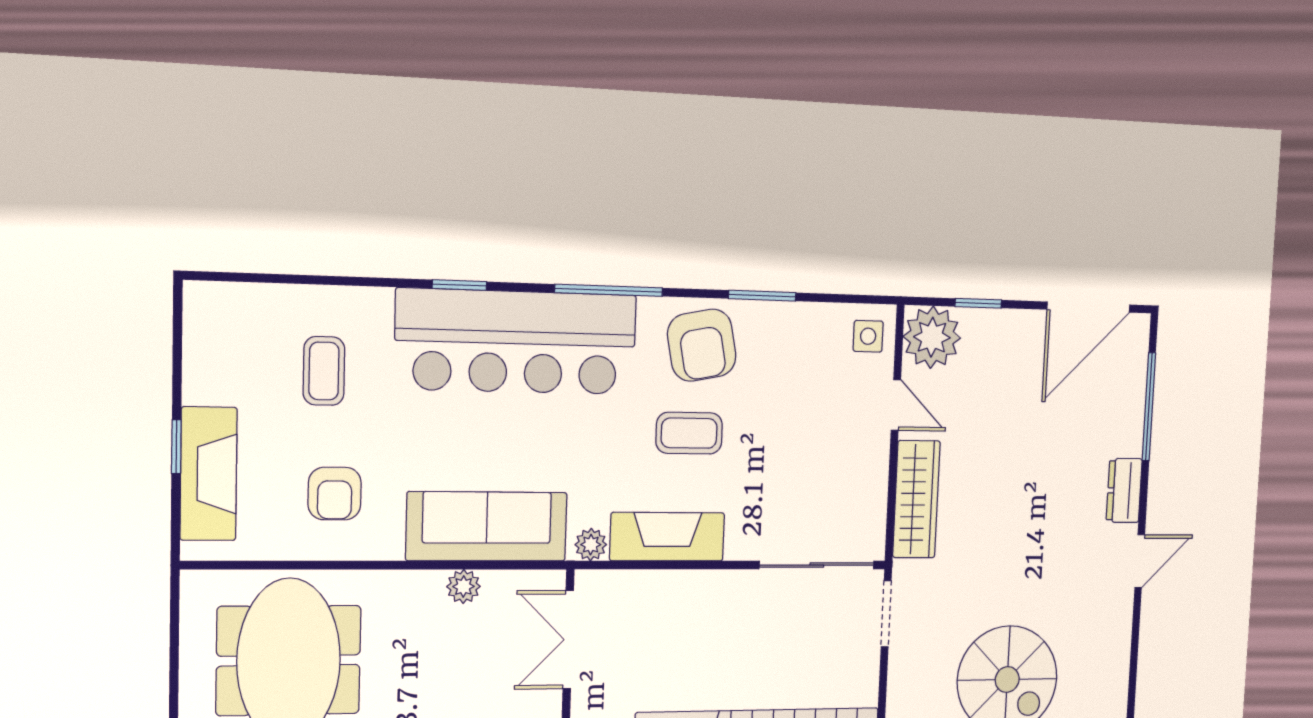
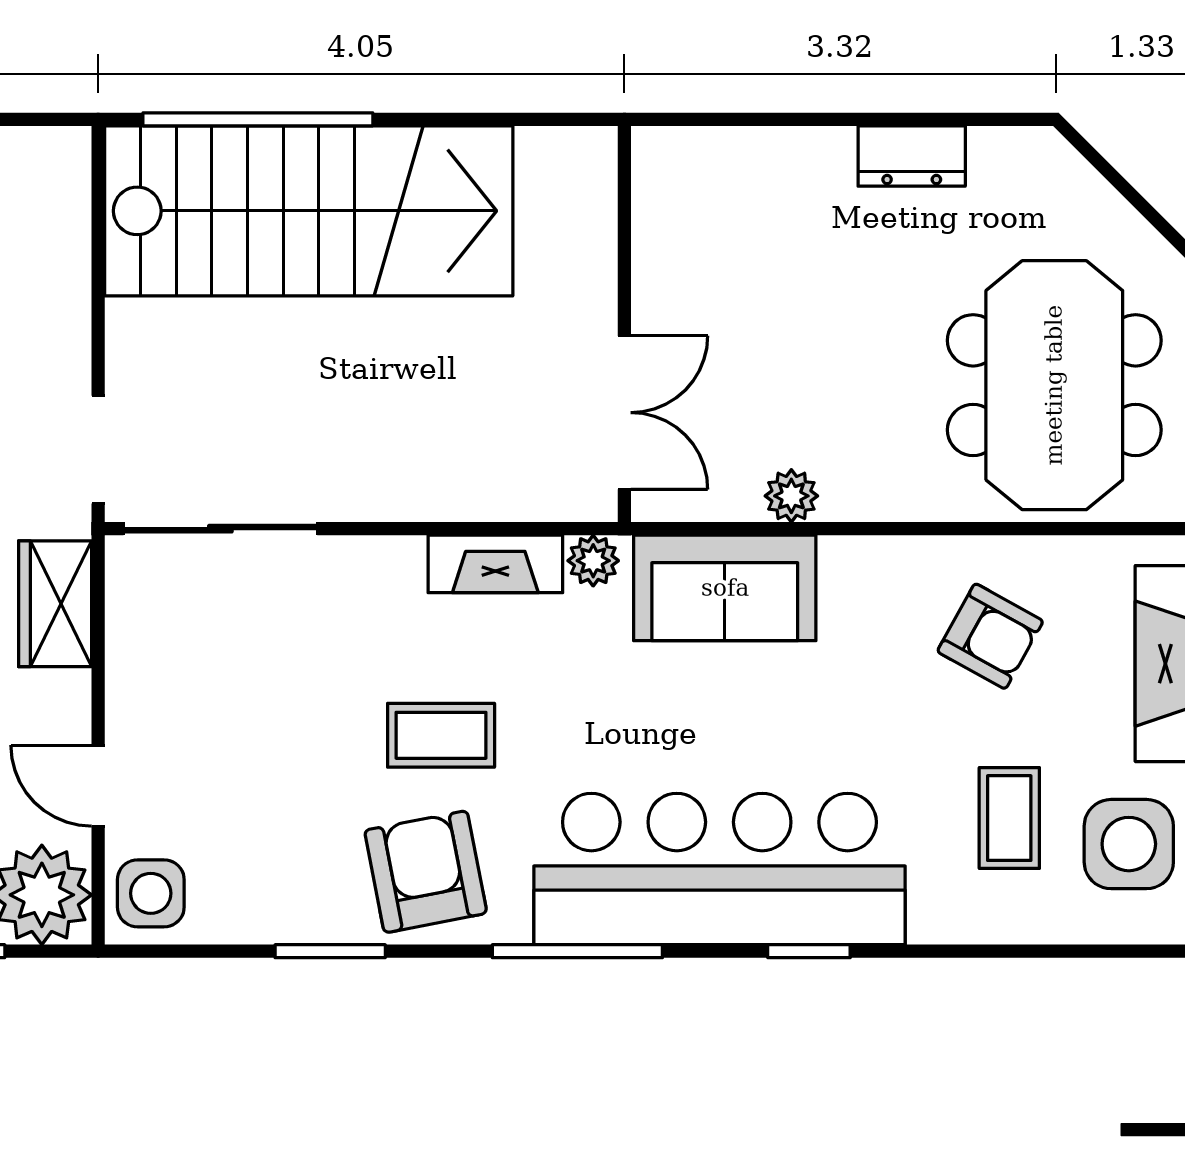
side table: (868, 336) -> (151, 893), width x1.37, depth x1.37
side table: (242, 351) -> (1129, 844), added
armchair: (335, 494) -> (990, 636), turned 119
wardrobe: (916, 499) -> (55, 604), width x0.67
sofa: (487, 526) -> (725, 588), width x0.73
fireplace: (667, 537) -> (495, 564), width x0.73, depth x0.76

